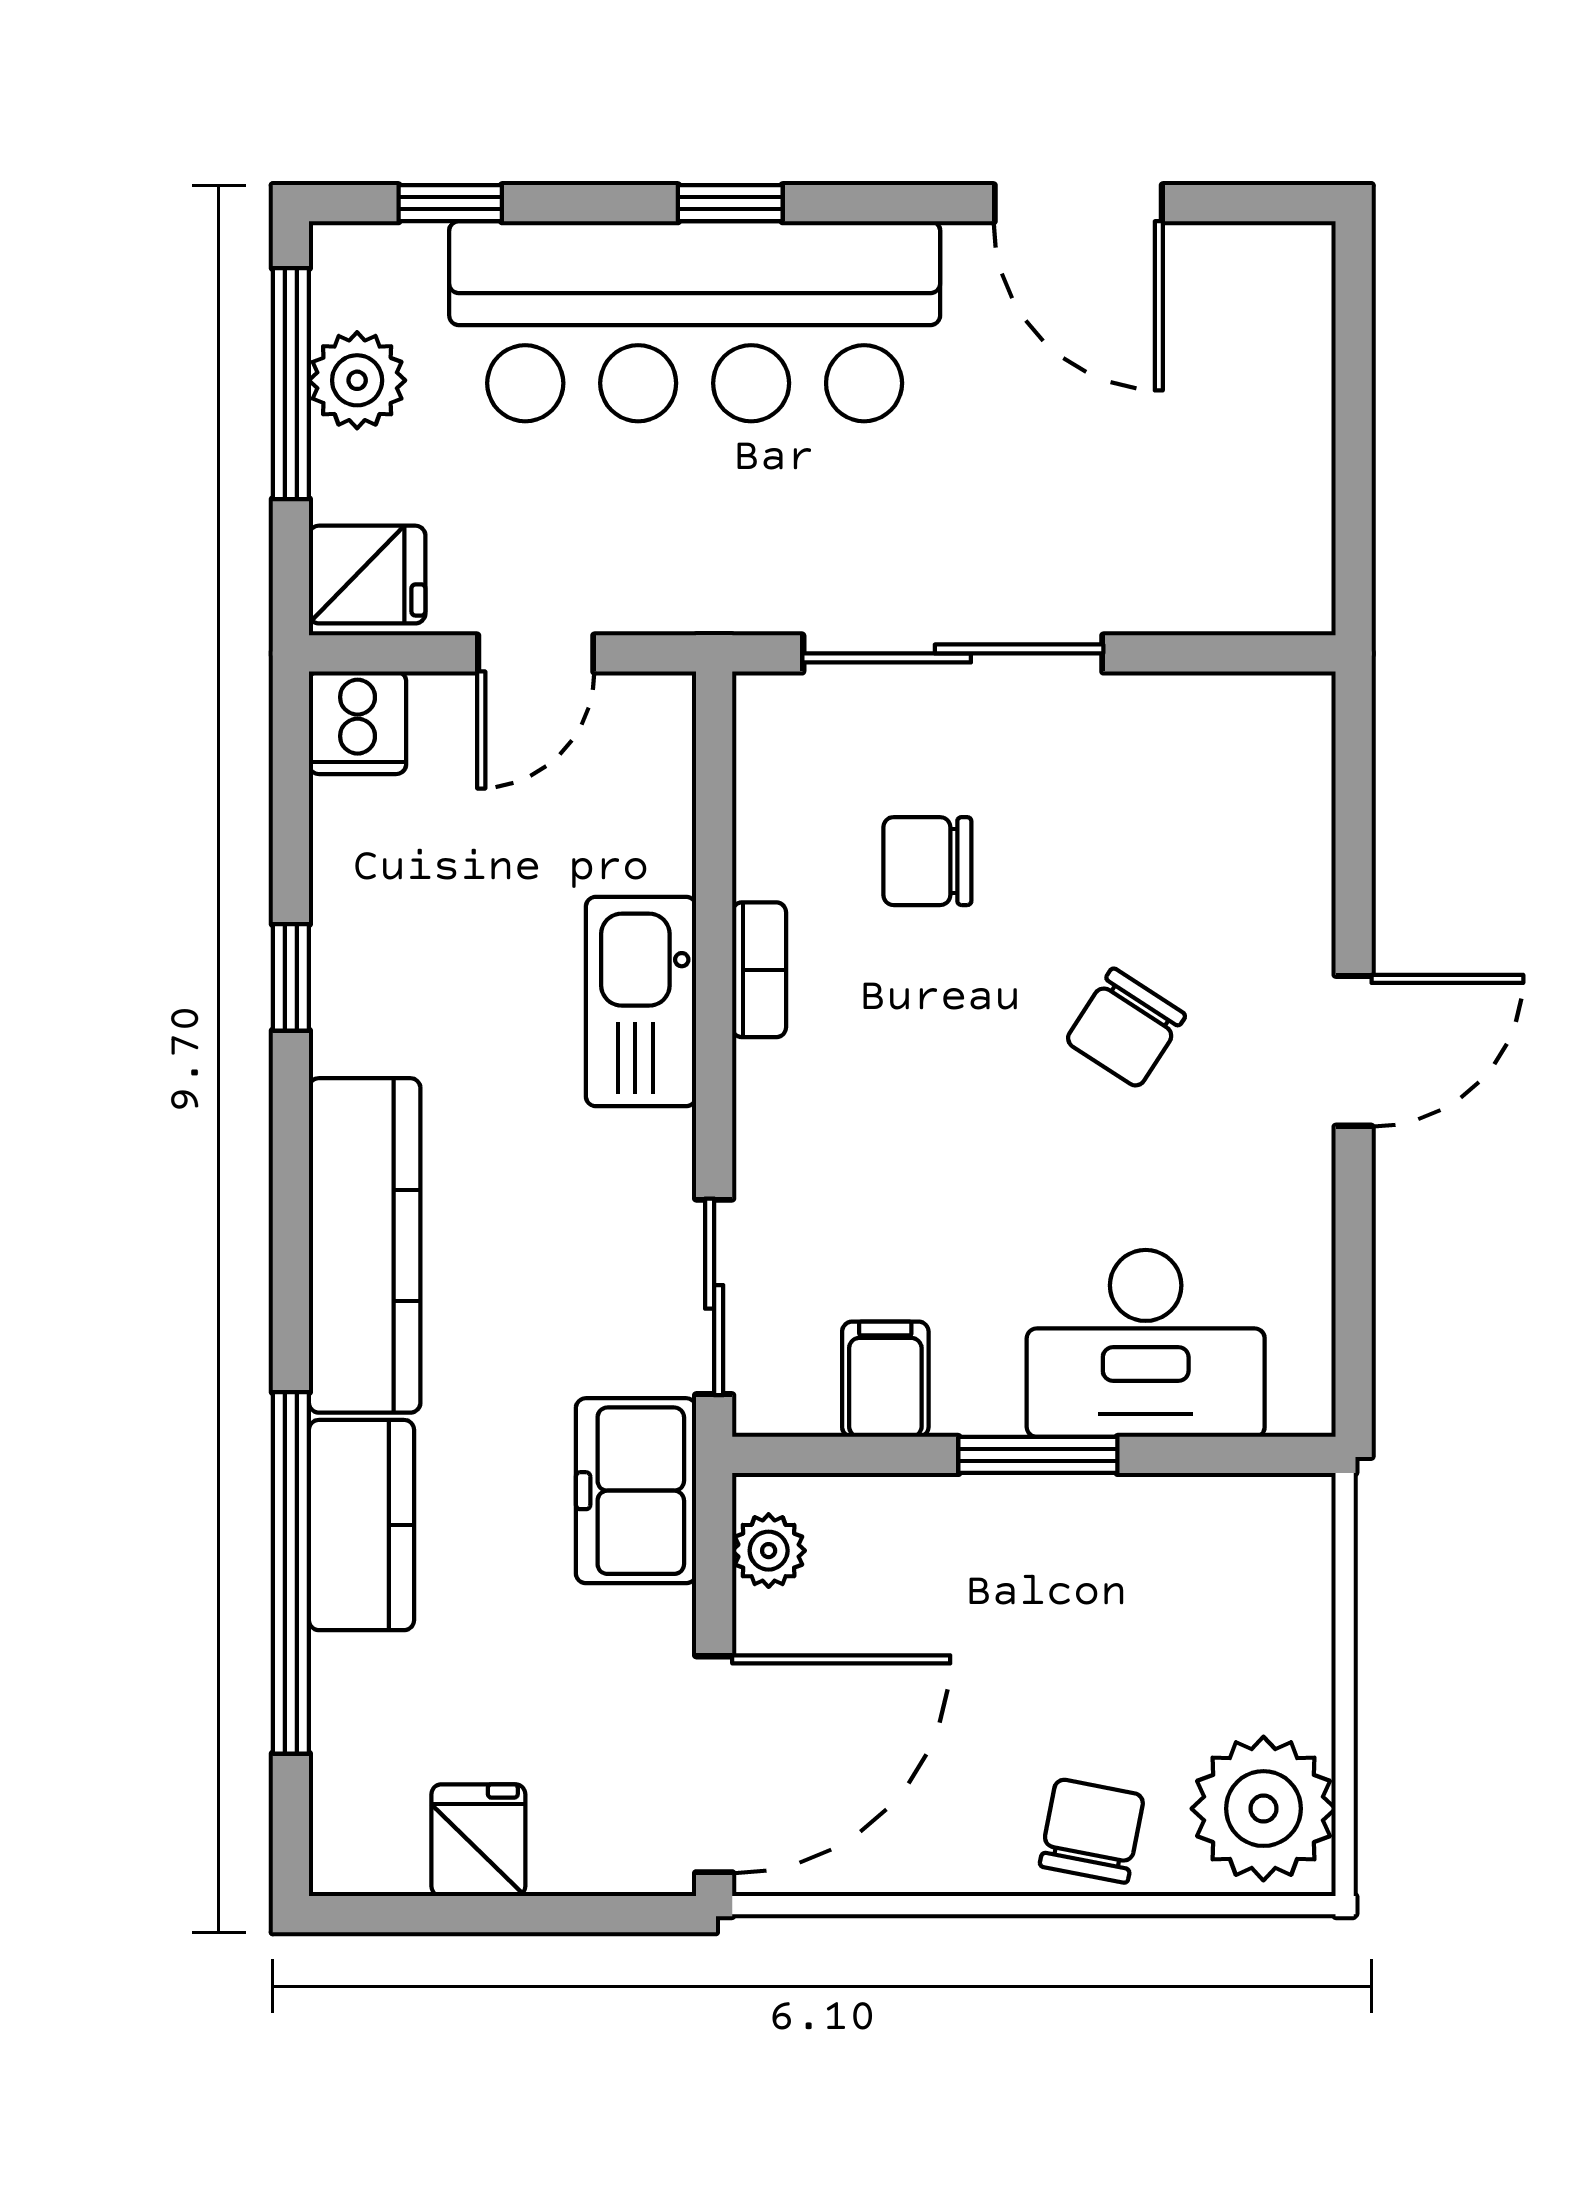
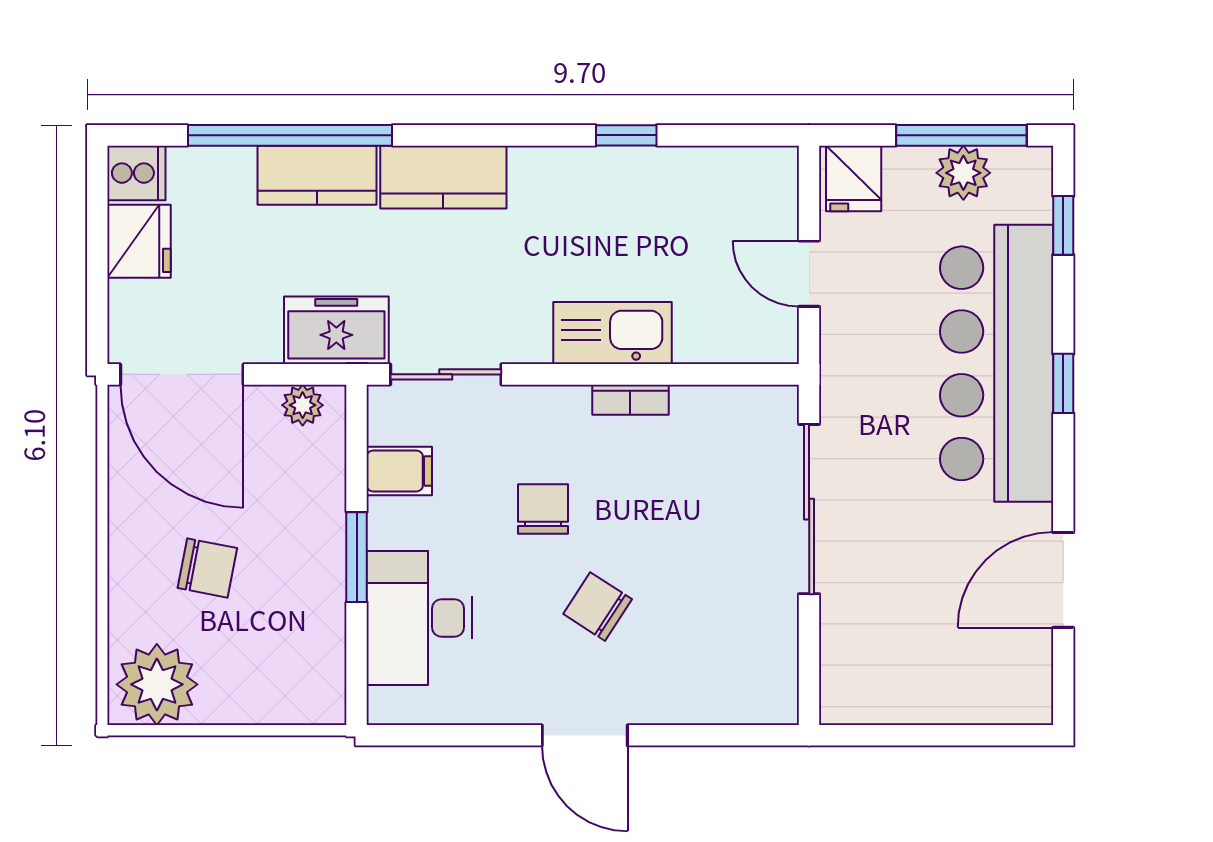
cooker: (358, 723) -> (136, 173), moved, turned 180
chair: (927, 861) -> (543, 509), moved
kitchen counter: (365, 1245) -> (443, 177), width x0.67
chair: (1092, 1831) -> (207, 568), moved
fridge: (478, 1840) -> (139, 241), width x1.38

